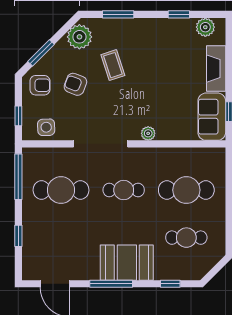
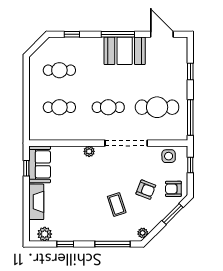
window: (118, 14) -> (113, 244), width x1.44
plant: (79, 37) -> (143, 233), width x0.53, depth x0.53
cafe table: (186, 190) -> (59, 107), width x0.73, depth x0.74
booth: (127, 263) -> (125, 51), moved

